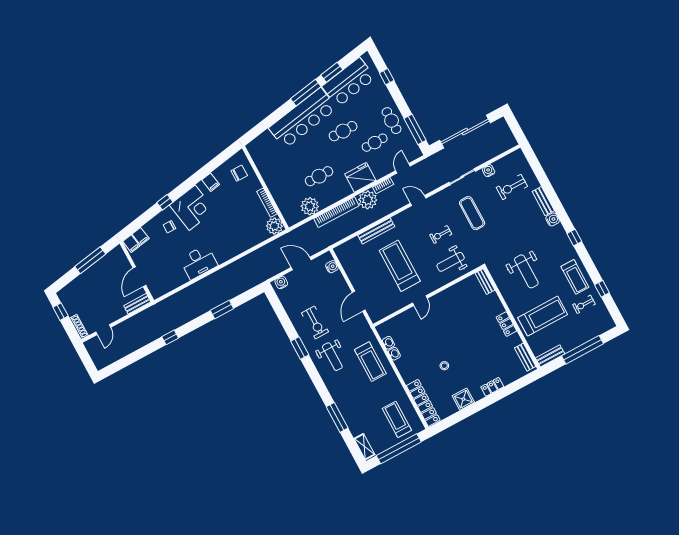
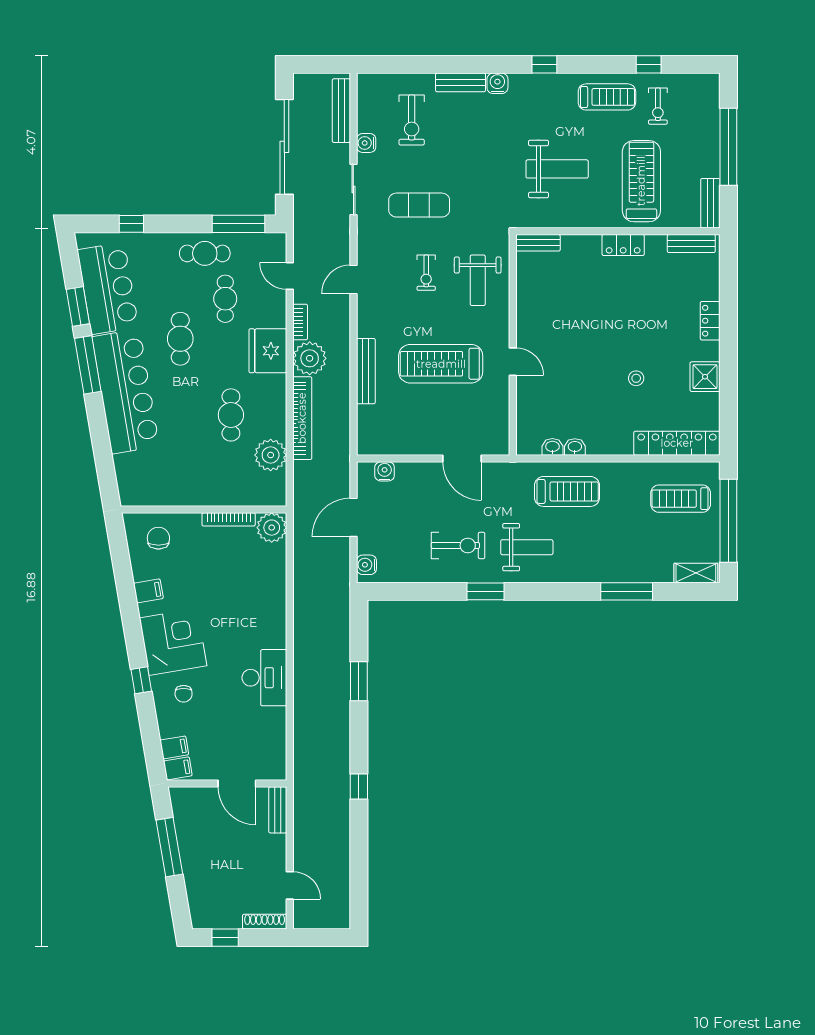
bench: (498, 150) -> (341, 111), added

